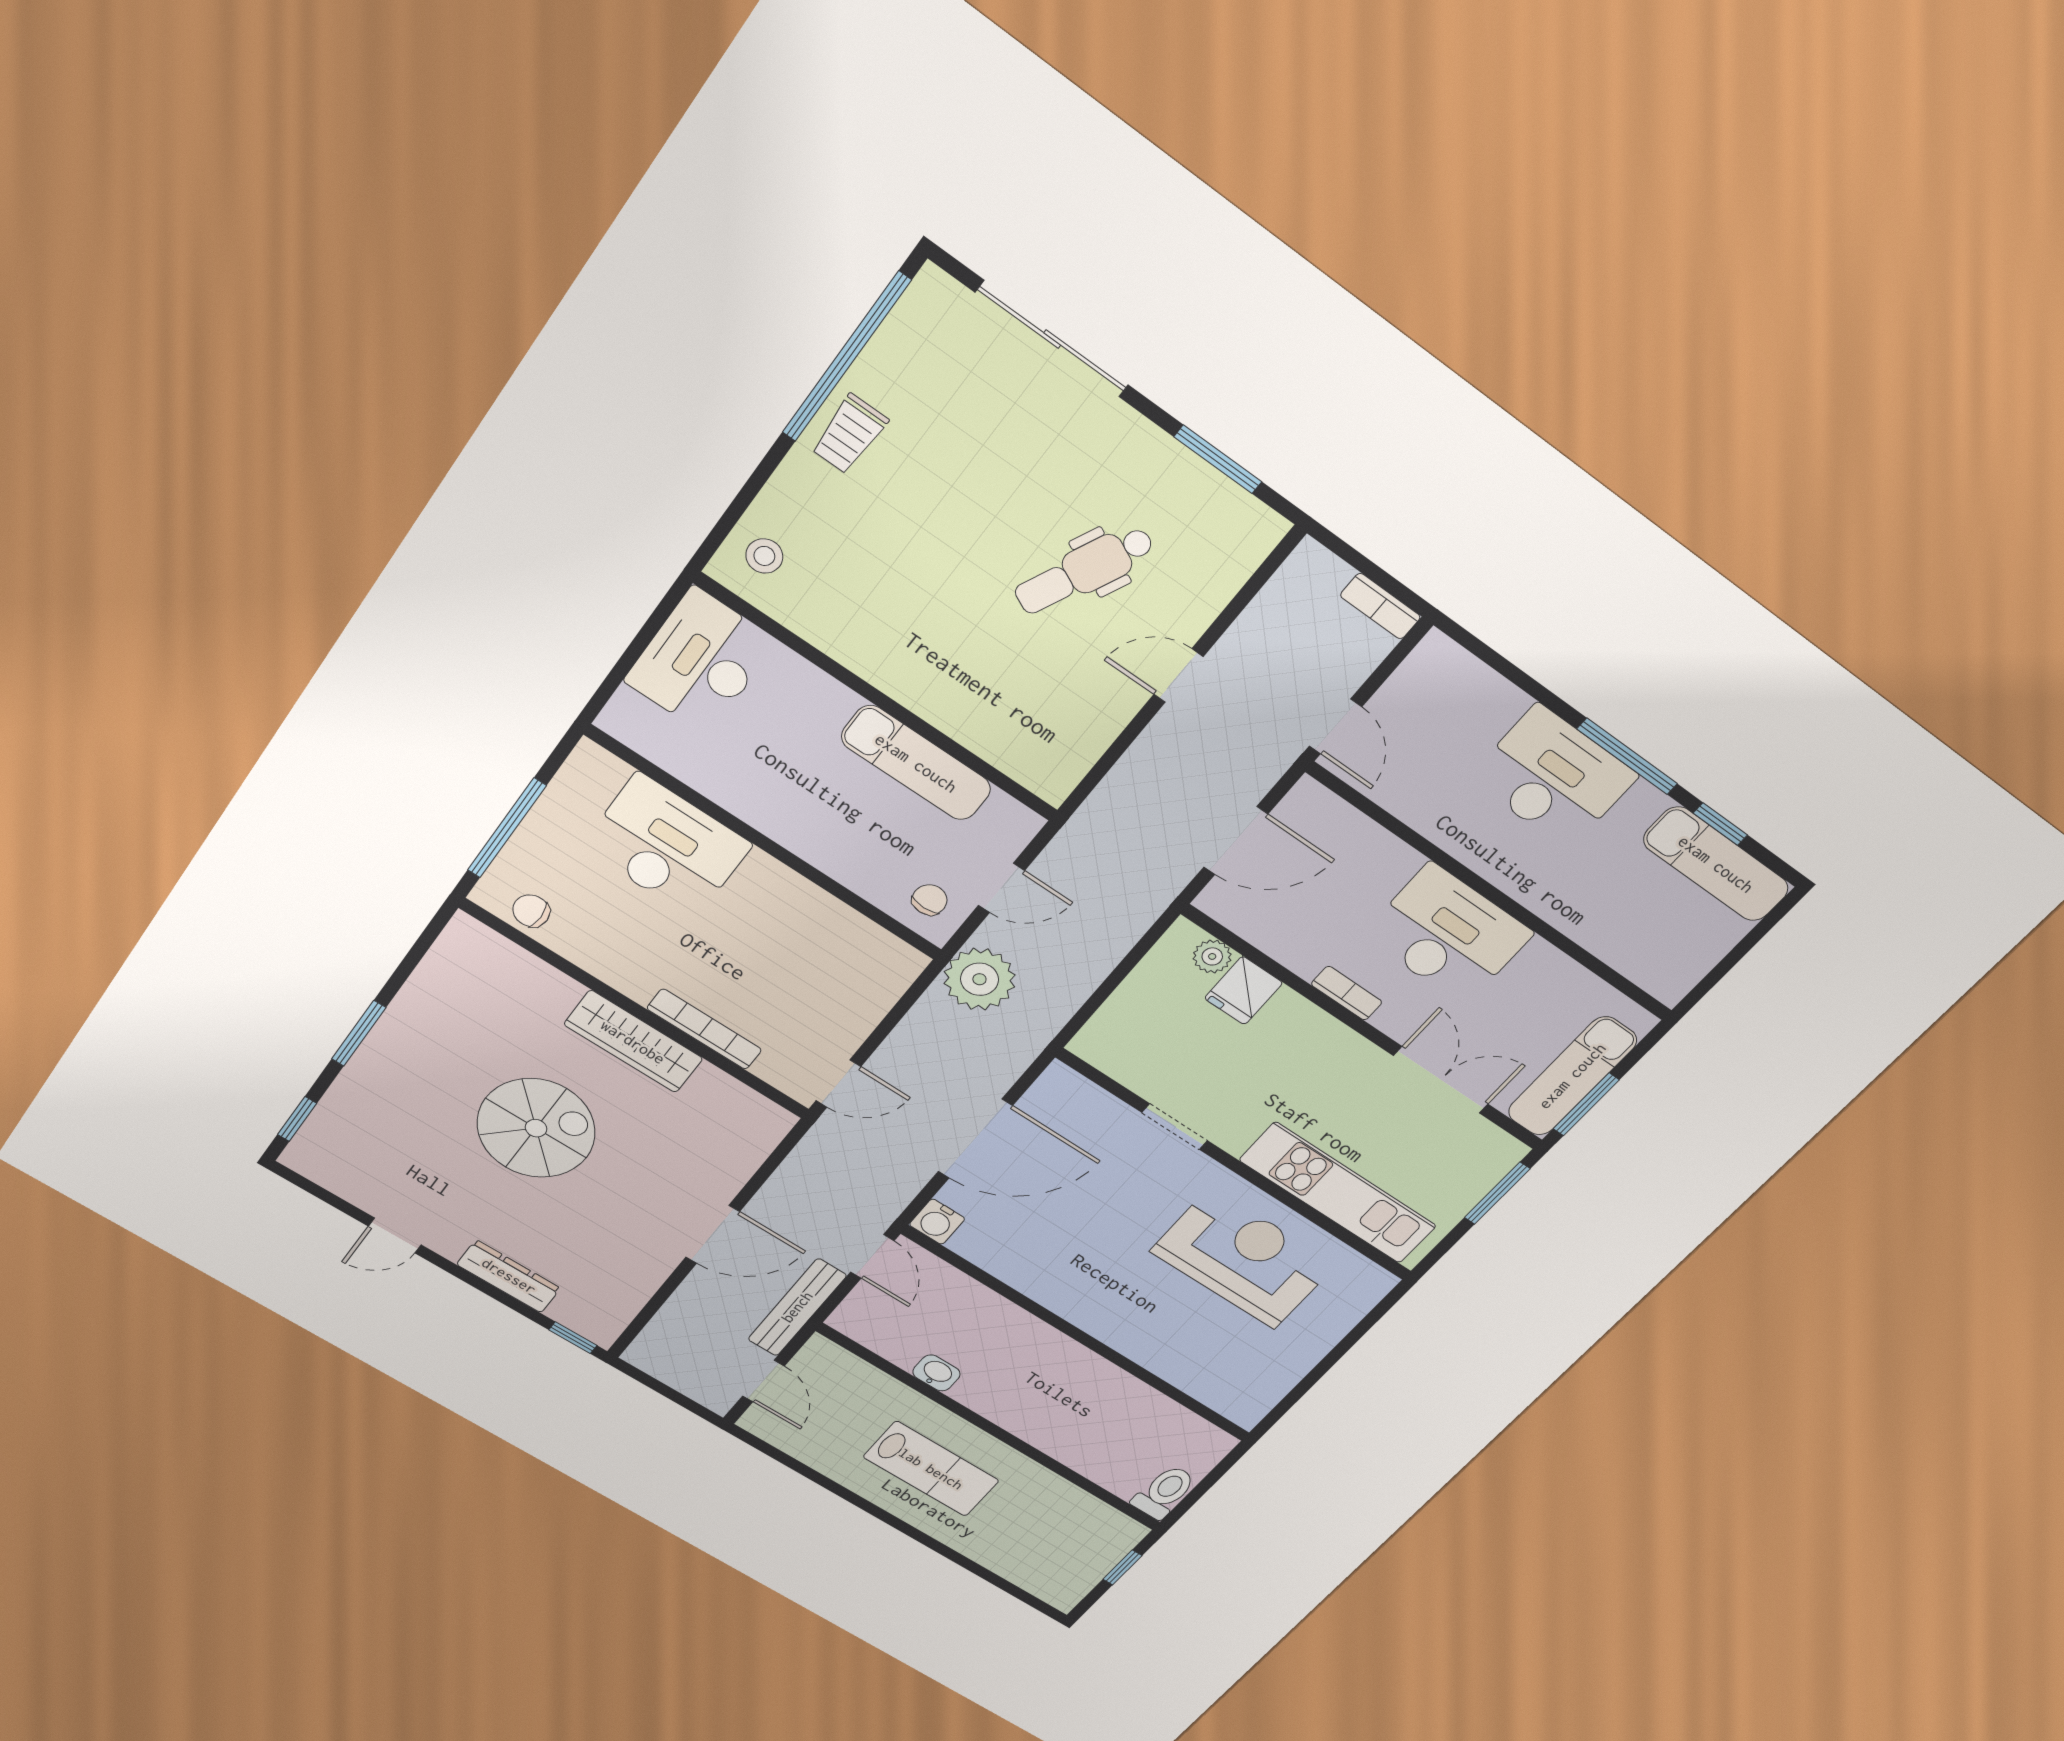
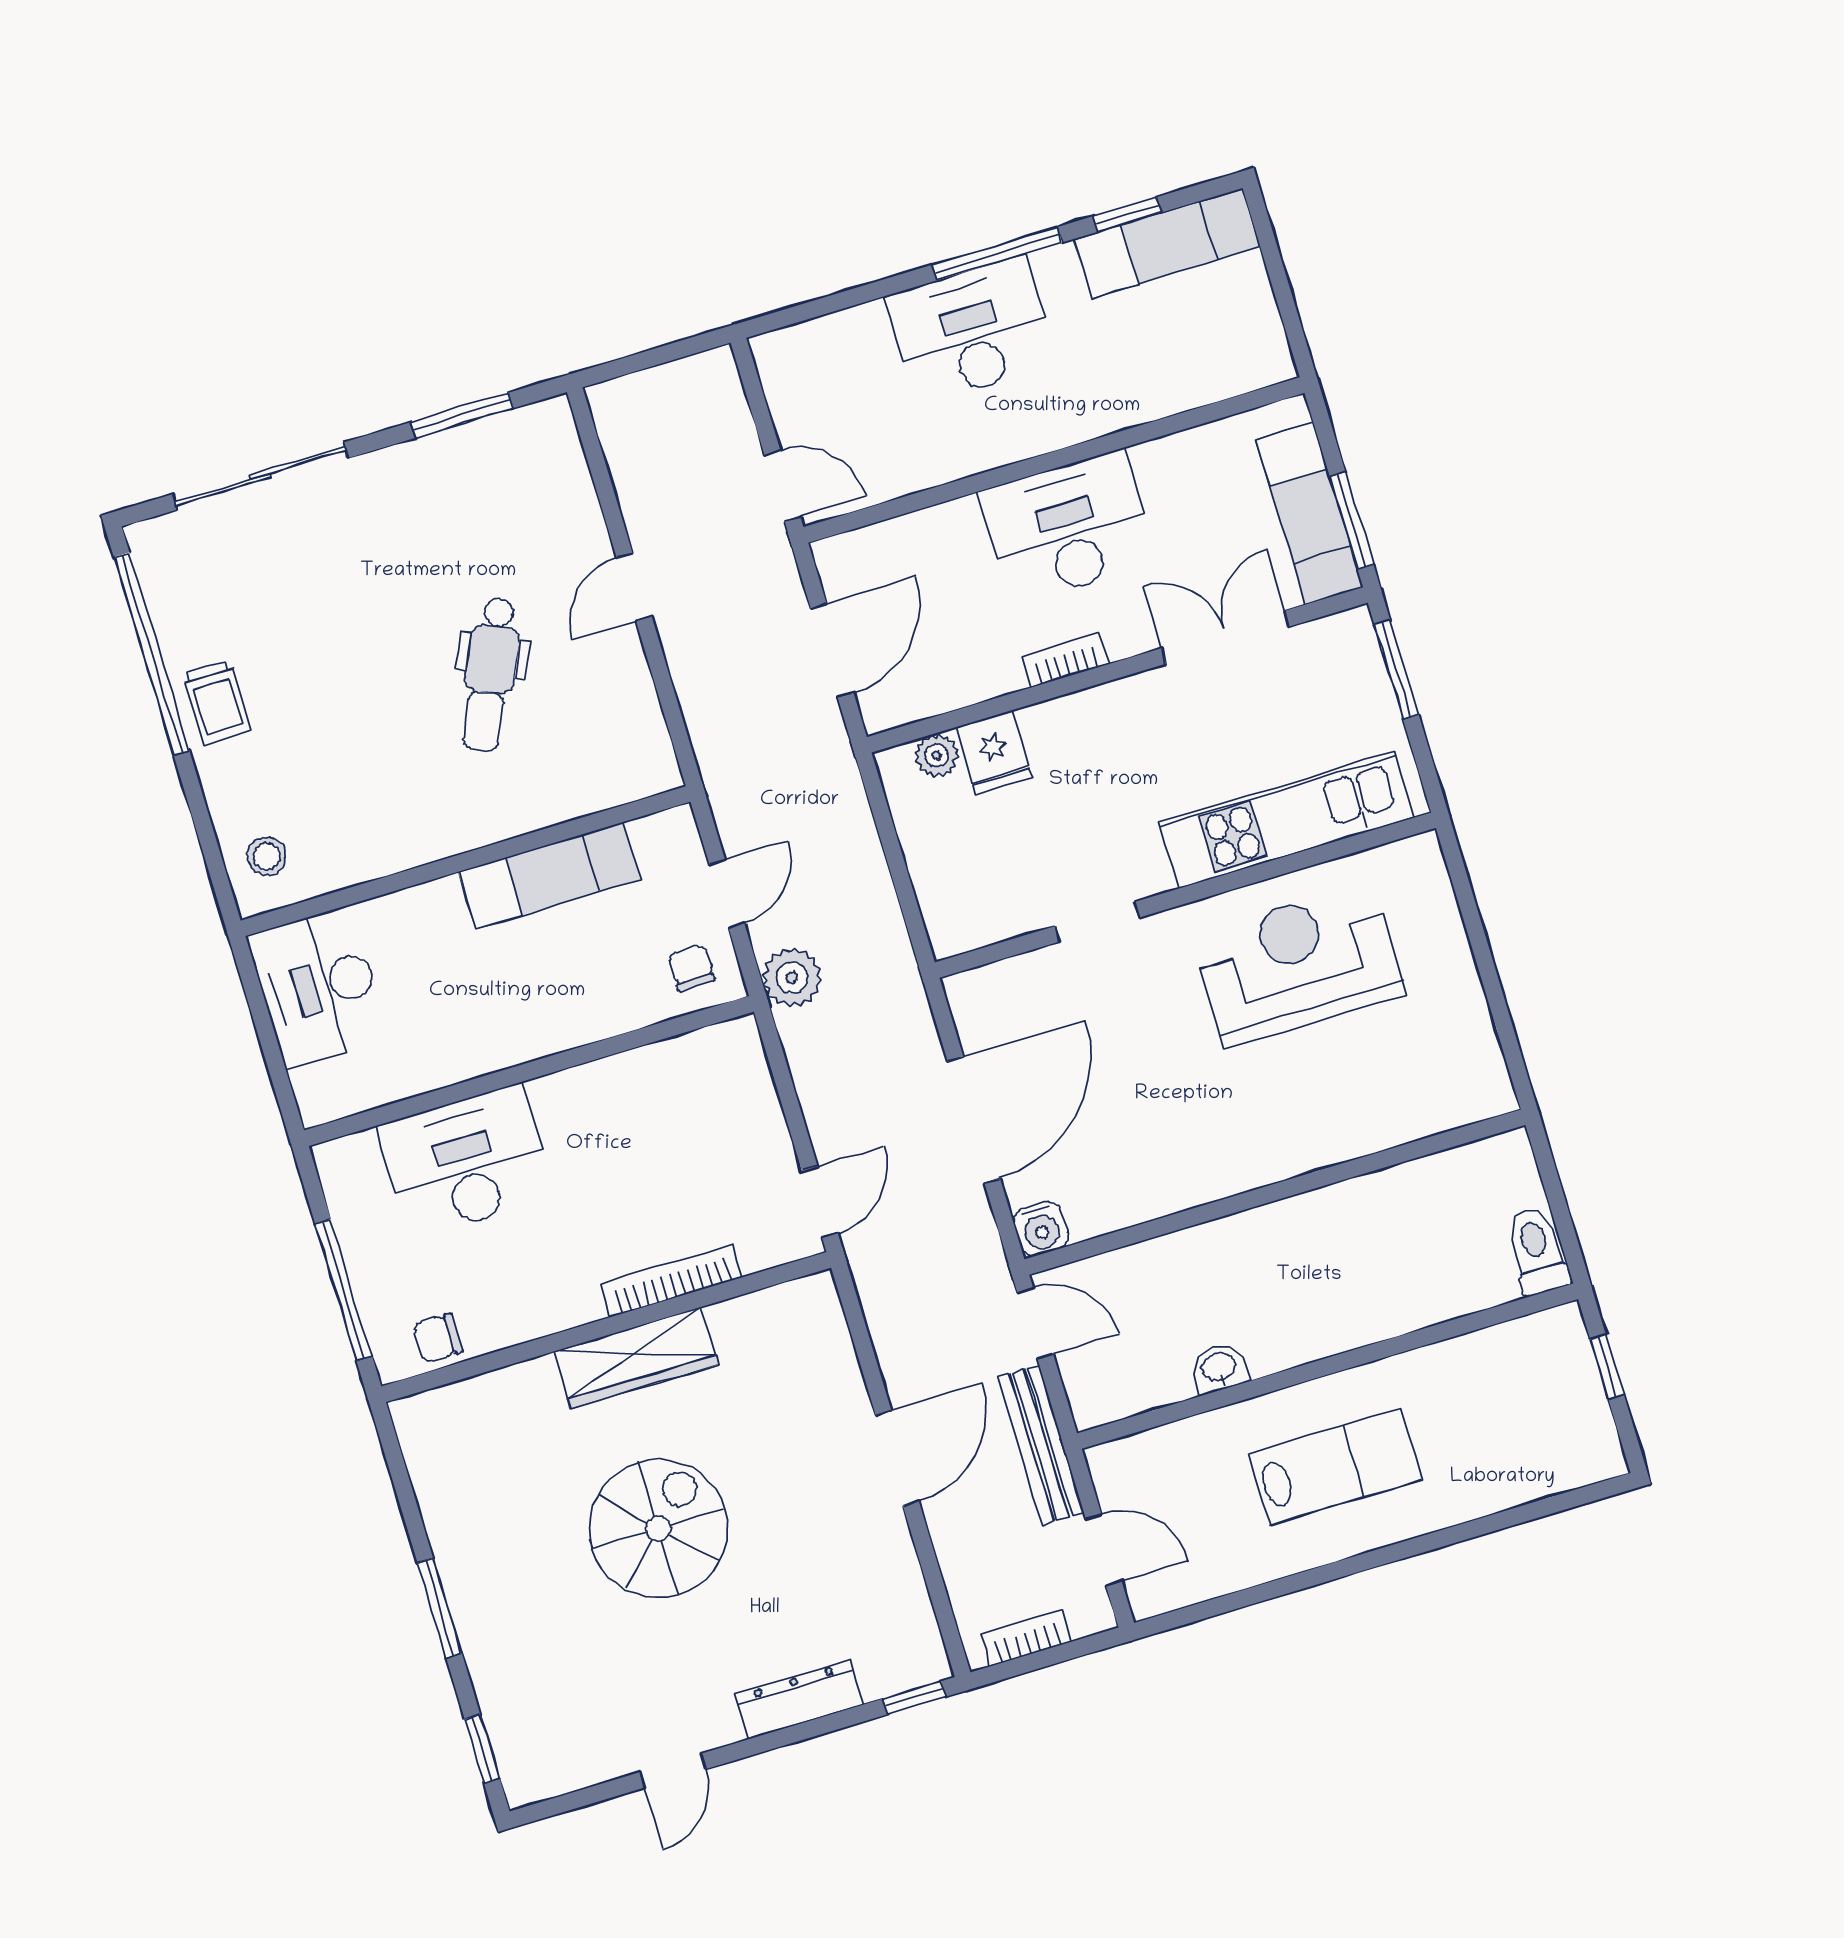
dental chair: (1084, 570) -> (490, 674), moved
bookcase: (1380, 606) -> (1026, 1638), moved, turned 180
plant: (979, 979) -> (792, 978), width x0.73, depth x0.73

